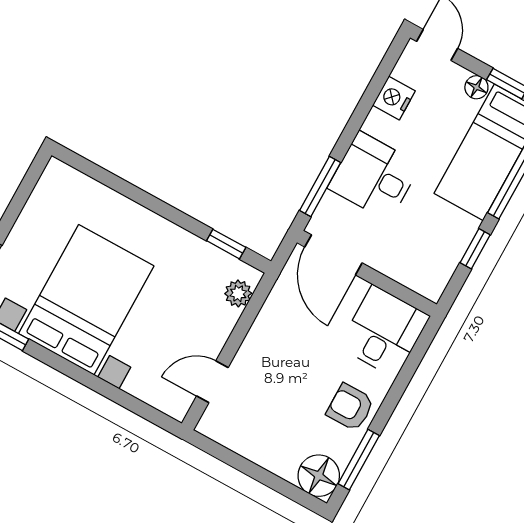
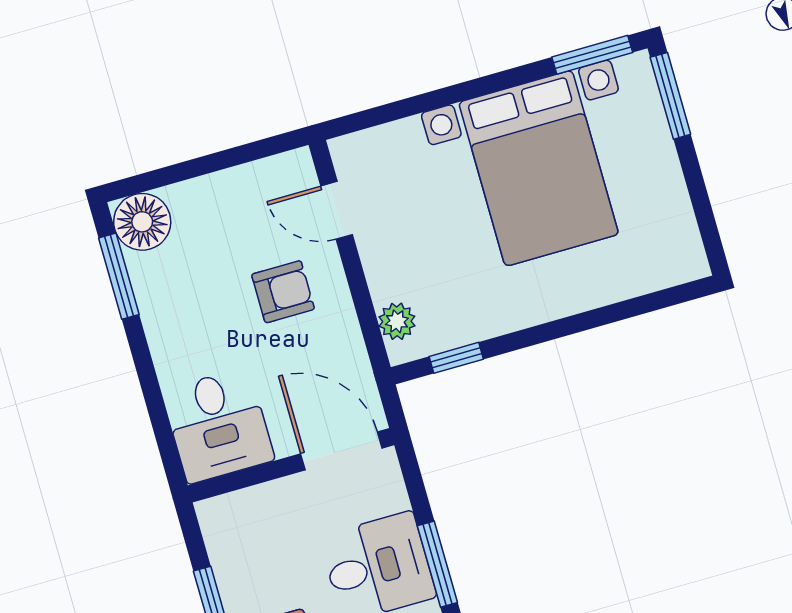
window: (320, 187) -> (437, 564), moved
door: (212, 382) -> (337, 210), swing flipped
armchair: (350, 407) -> (283, 292), moved

